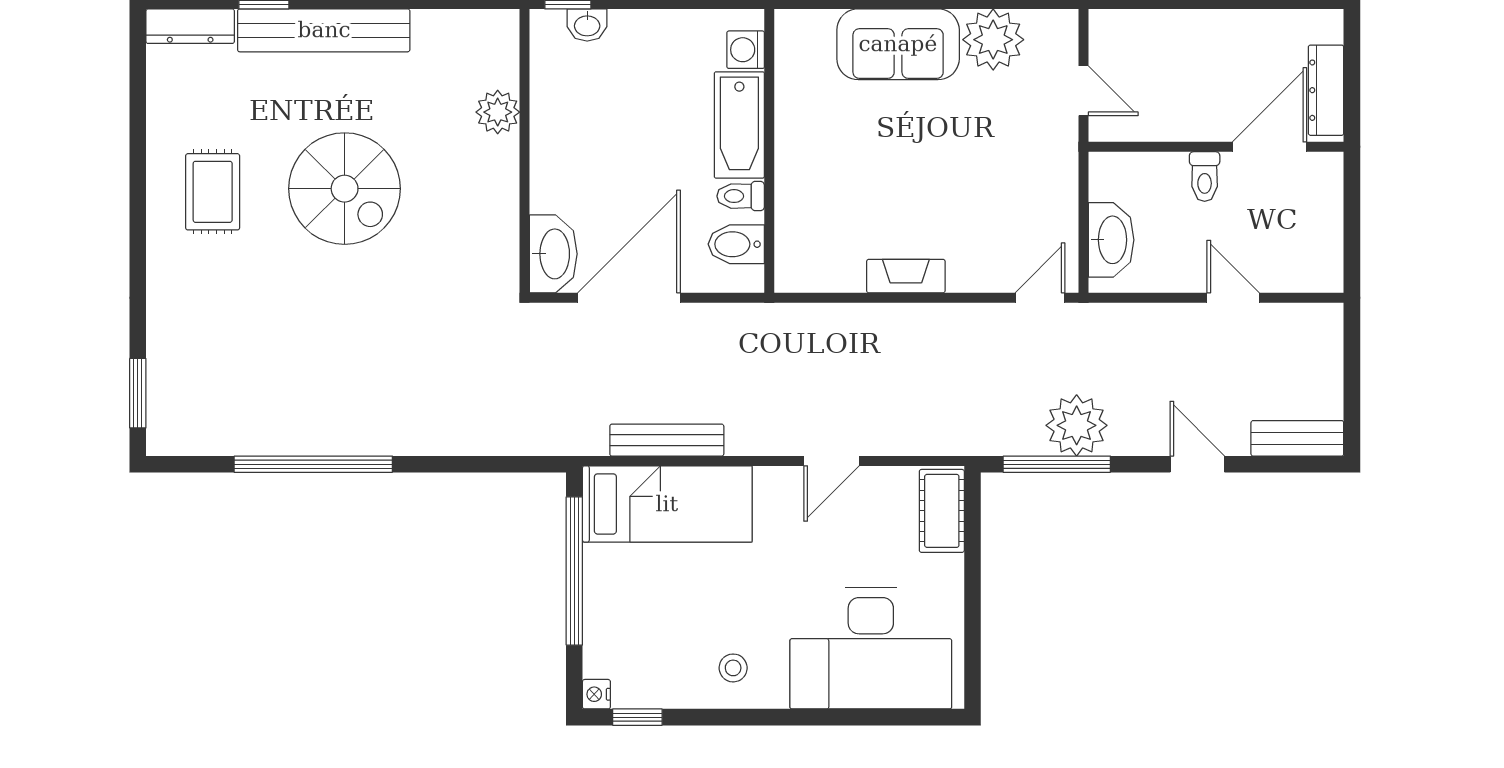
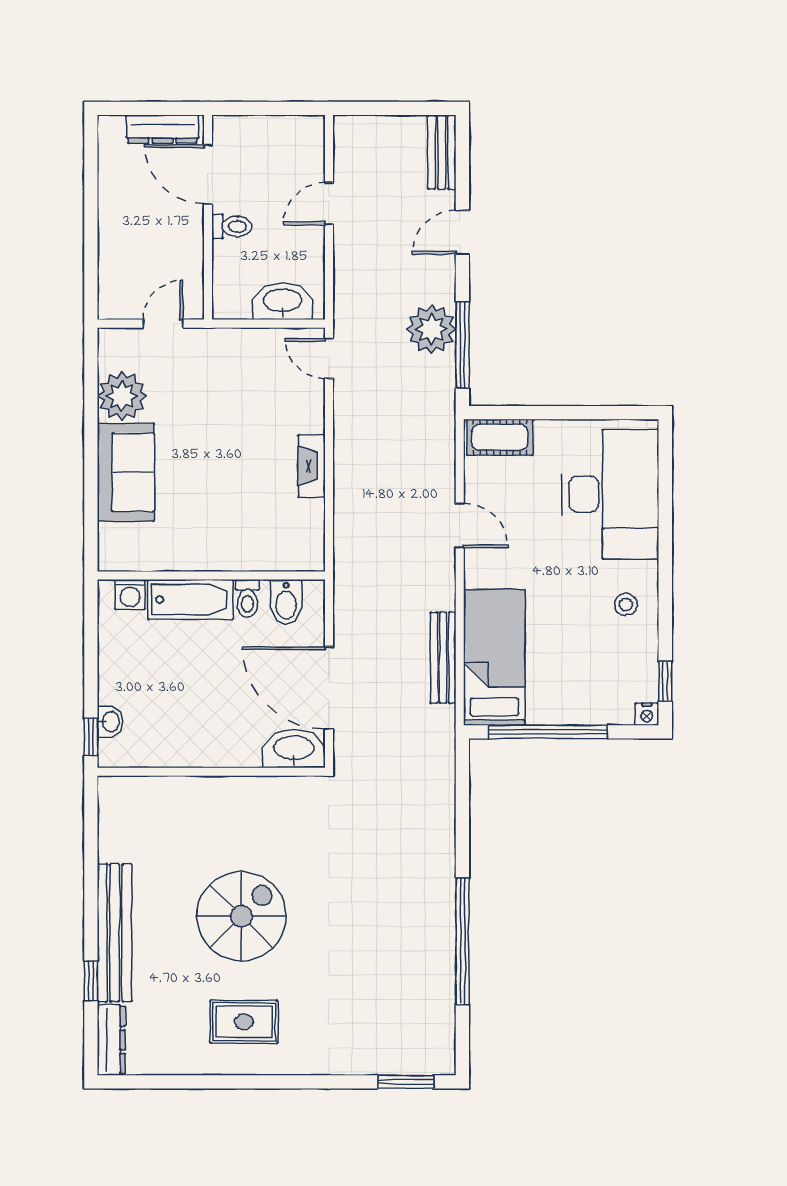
plant: (498, 112) -> (180, 793), removed

